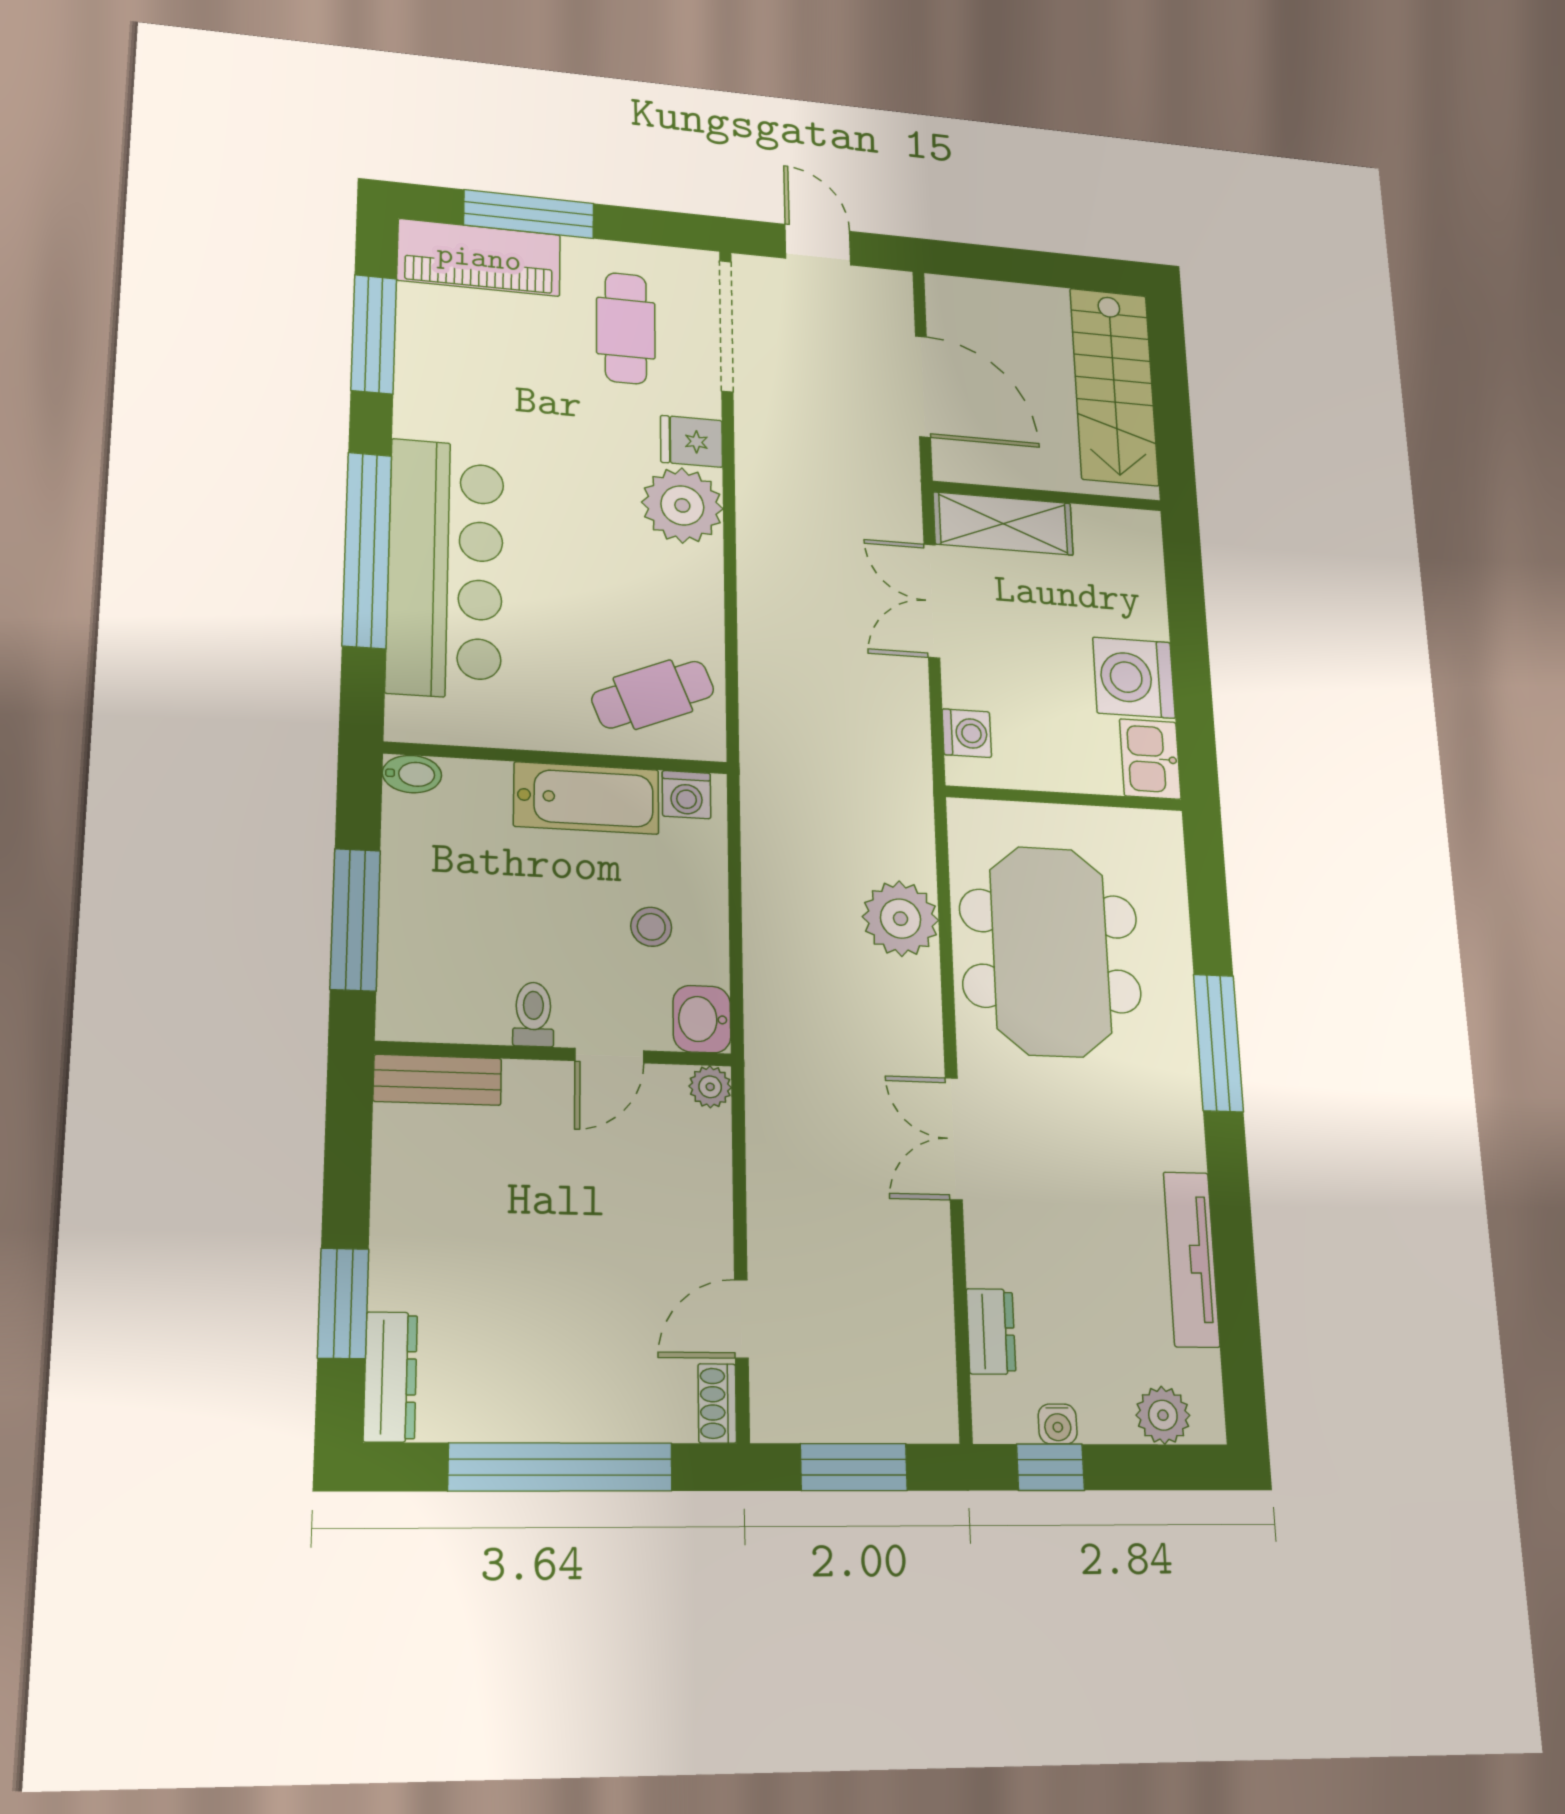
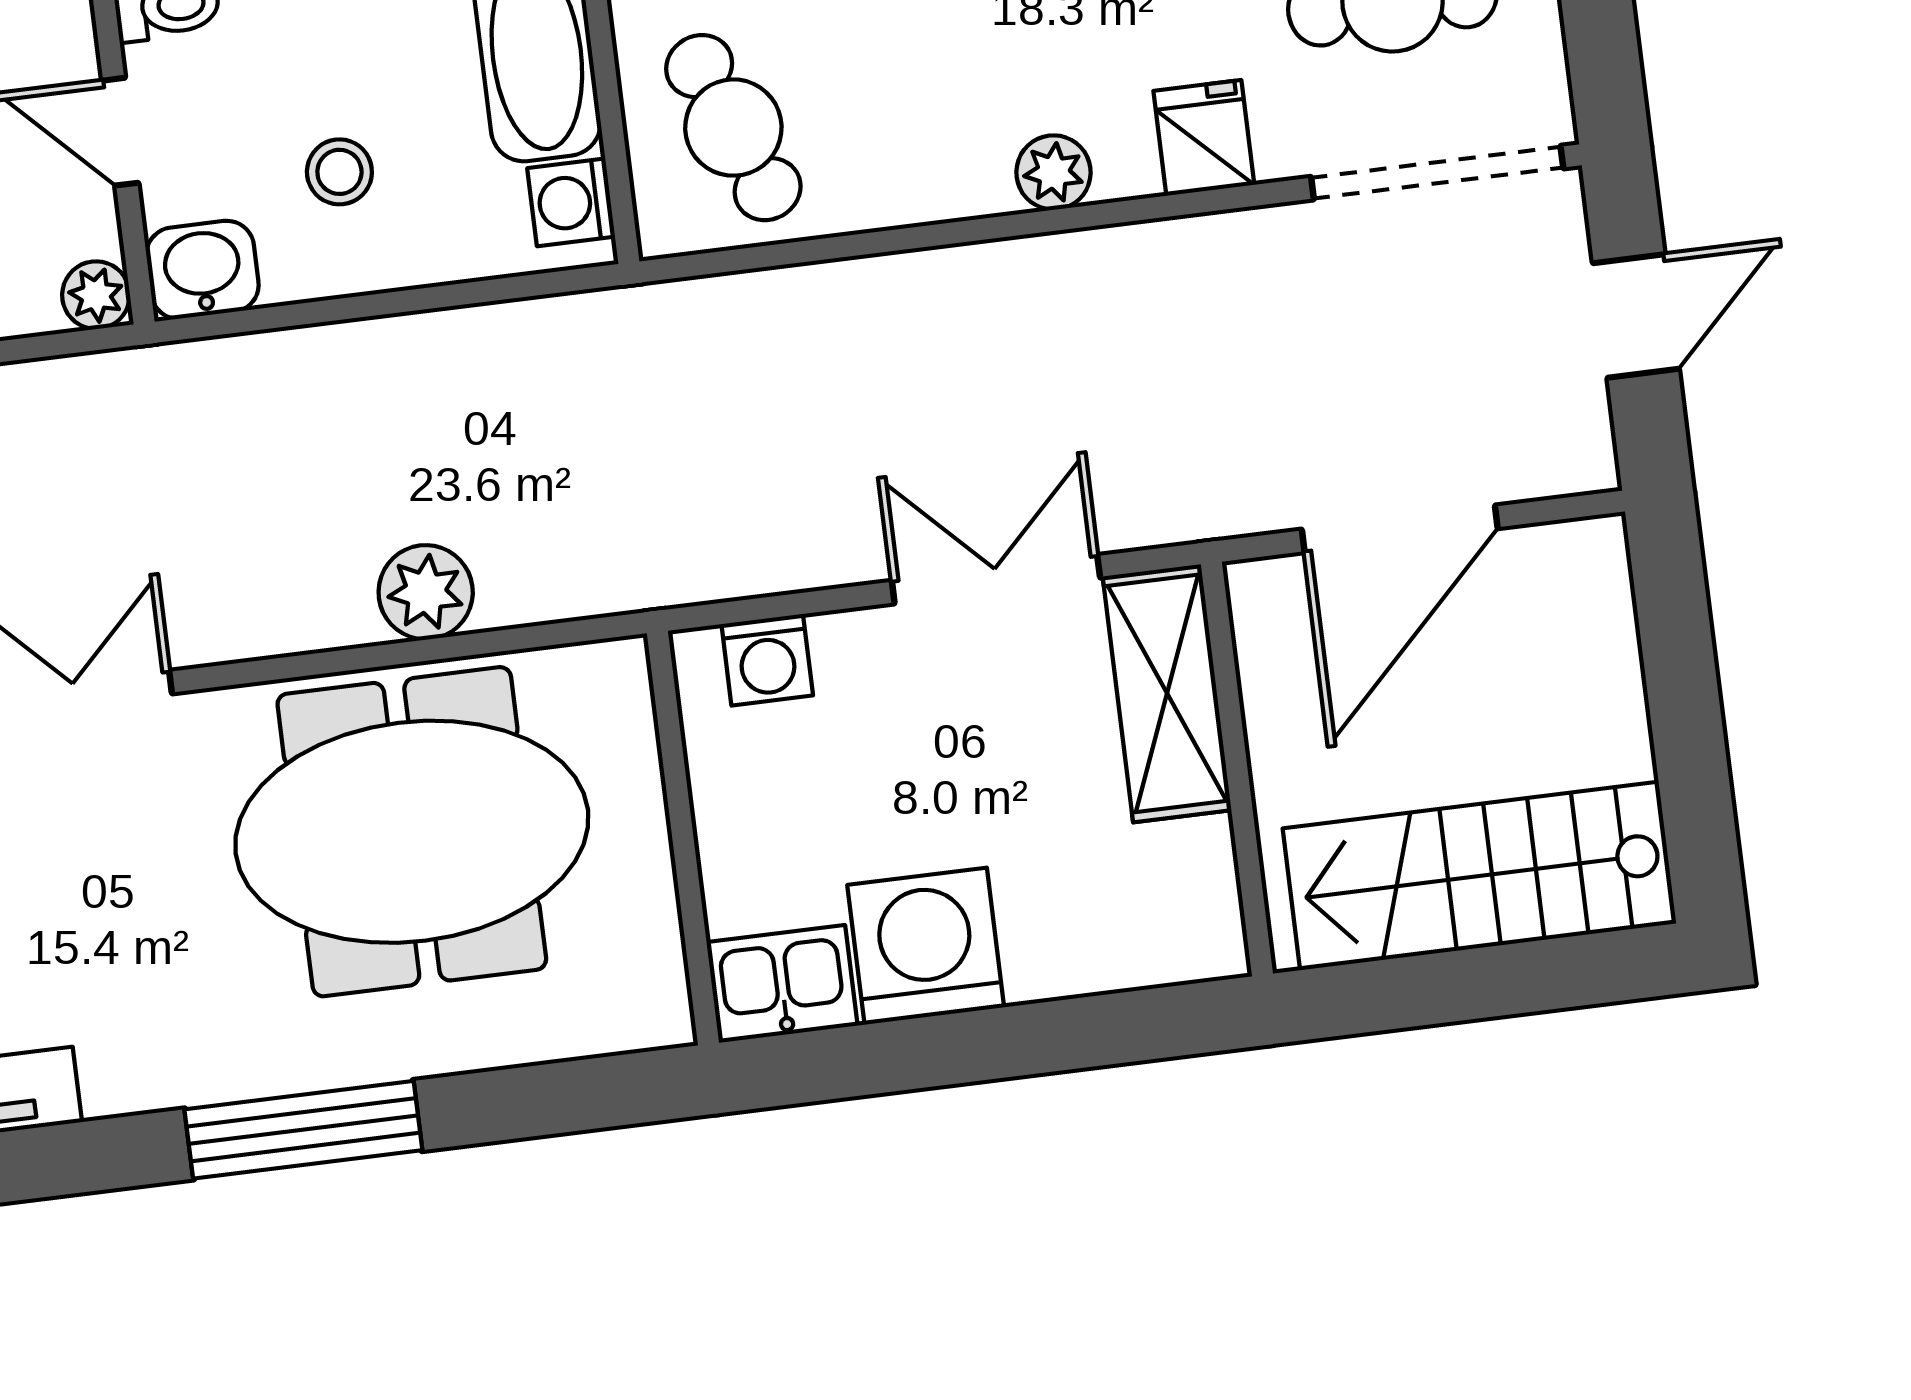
plant: (682, 505) -> (1053, 172), width x0.53, depth x0.53
plant: (901, 919) -> (426, 592), width x0.73, depth x0.73

